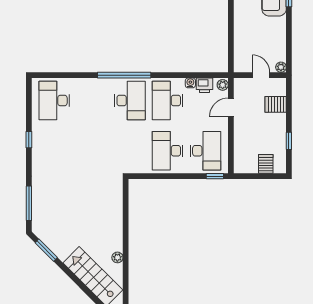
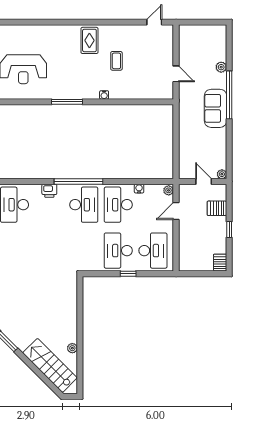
printer: (205, 85) -> (49, 191), moved
window: (289, 141) -> (229, 230), moved
server rack: (266, 164) -> (220, 263), moved
window: (215, 176) -> (128, 274), moved

